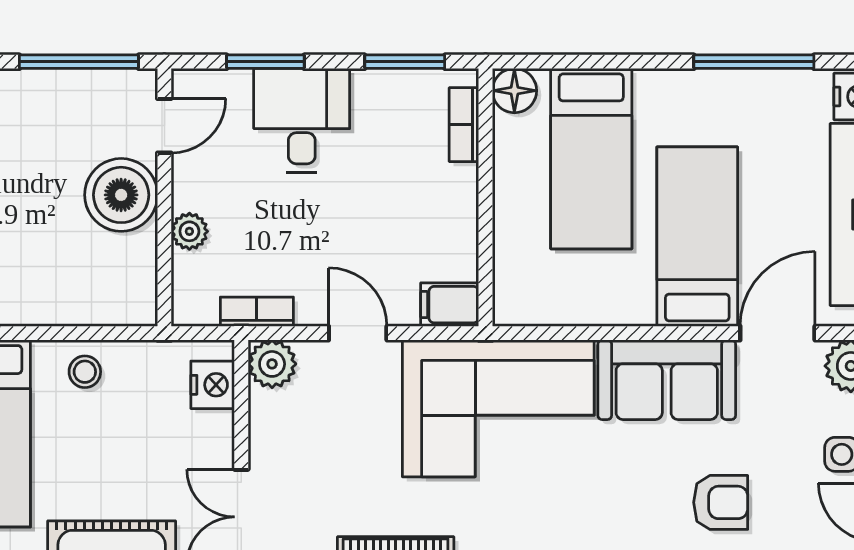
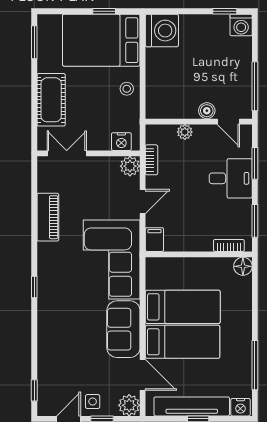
bed: (591, 159) -> (183, 307), moved, turned 180
boiler: (121, 195) -> (207, 111), width x0.54, depth x0.54
armchair: (721, 502) -> (73, 351), removed

